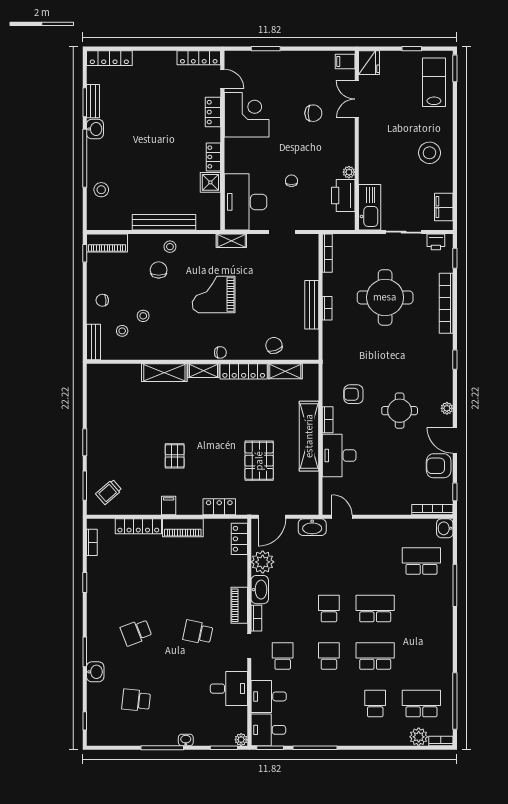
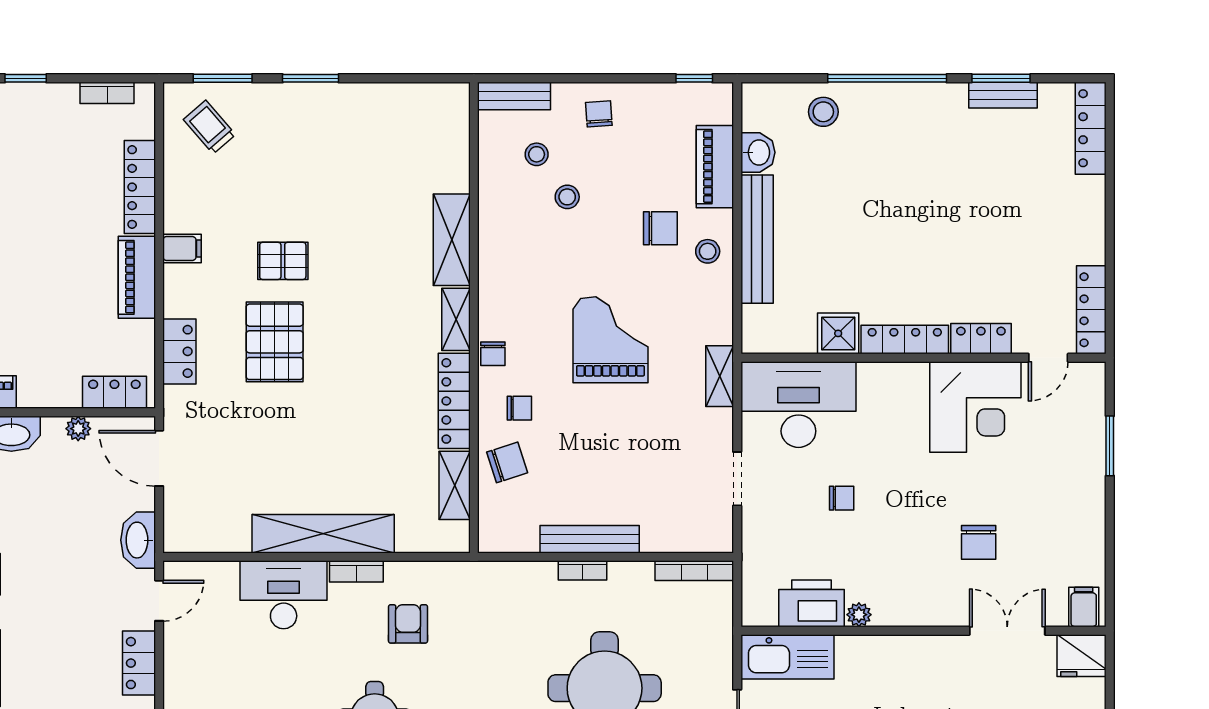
washbasin: (95, 129) -> (758, 152), moved, turned -90
locker: (213, 157) -> (905, 339), width x1.53
piano: (107, 243) -> (715, 167), moved
chair: (247, 339) -> (519, 408), added
pallet: (259, 461) -> (275, 342), moved, turned 90
locker: (373, 527) -> (139, 663), added
plant: (263, 562) -> (78, 429), width x0.53, depth x0.53

